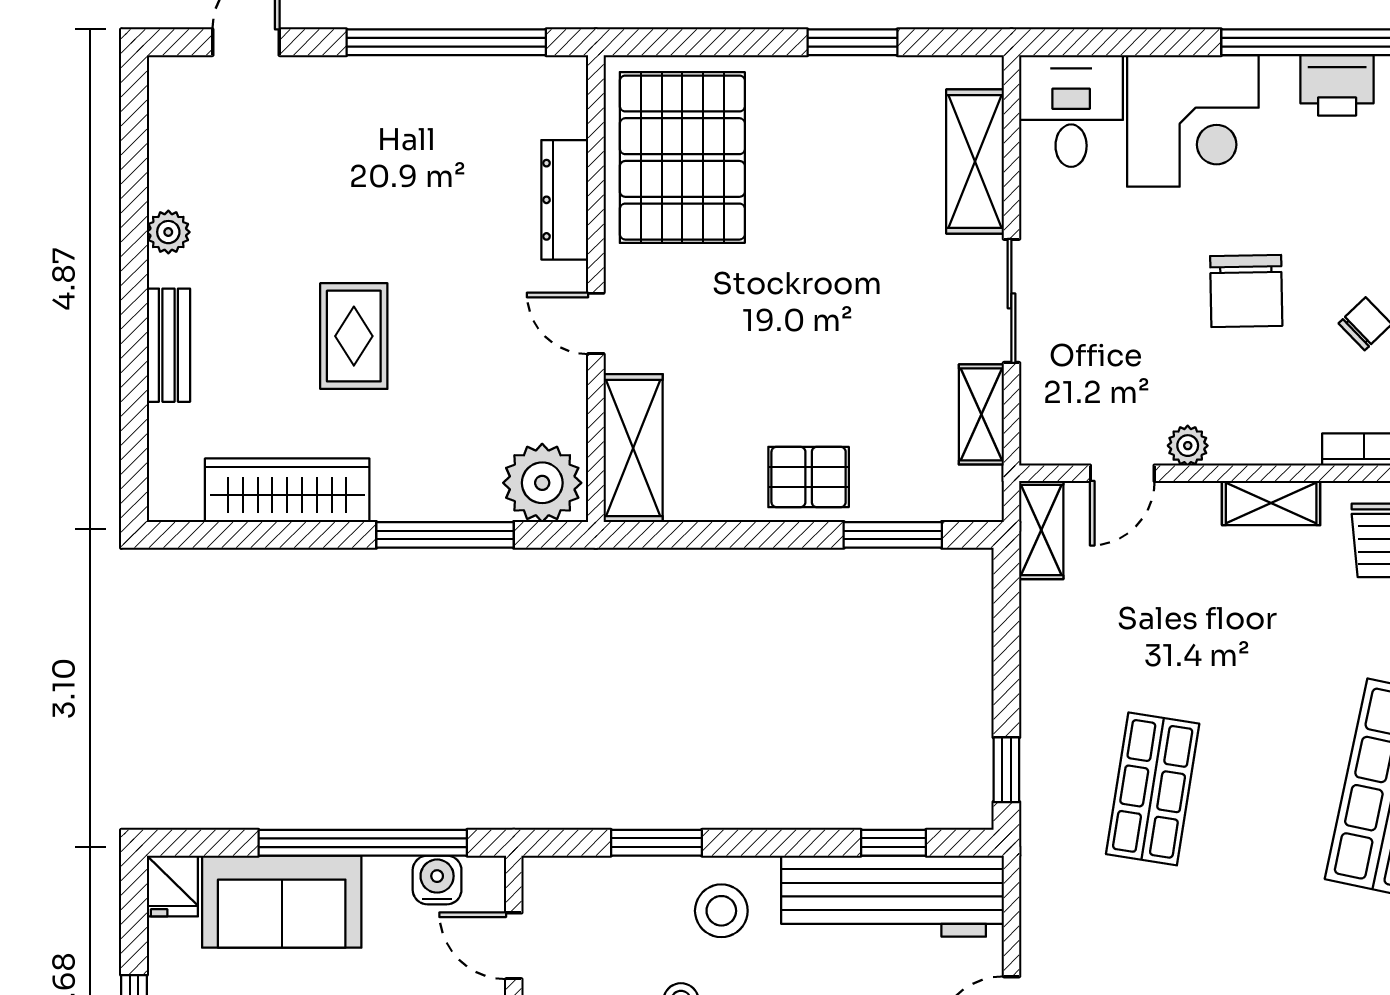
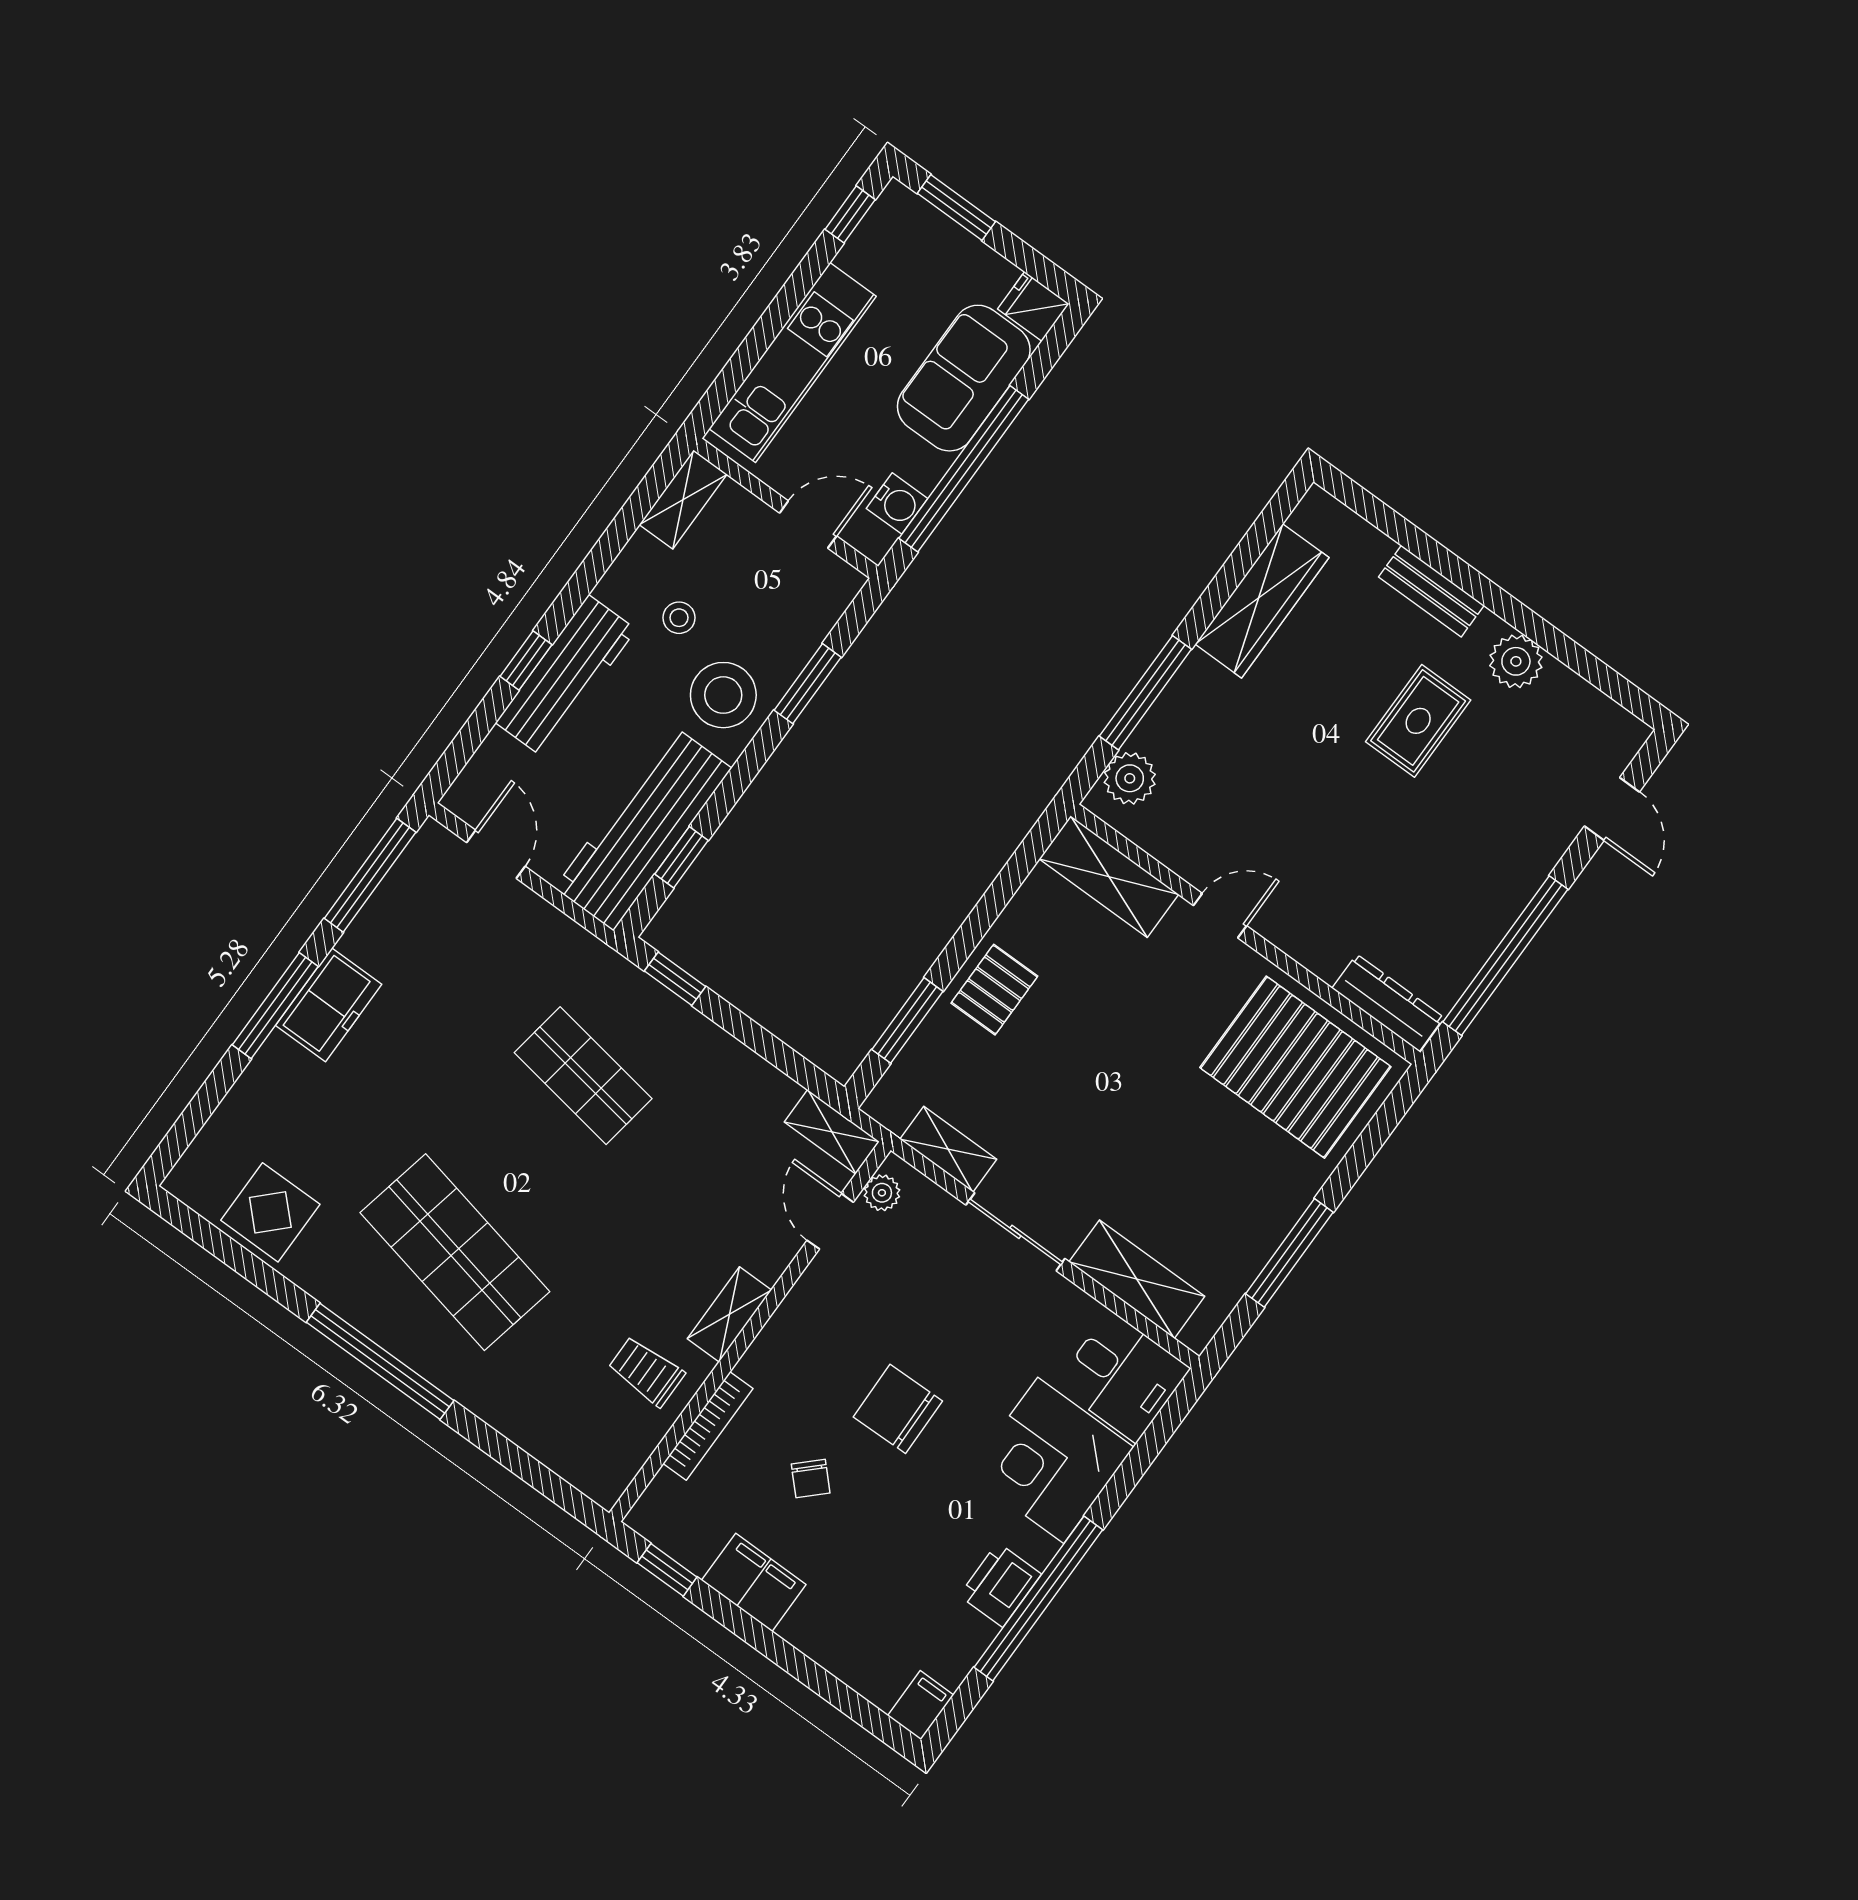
window: (852, 42) -> (1289, 1253), width x1.44
dresser: (565, 200) -> (1388, 1003), moved
plant: (168, 232) -> (1516, 661), width x1.38, depth x1.38
rug: (354, 336) -> (1418, 721), moved, turned 90
plant: (1188, 446) -> (882, 1193), moved
plant: (542, 483) -> (1130, 778), width x0.73, depth x0.73
stool: (721, 911) -> (723, 695), width x1.38, depth x1.38

